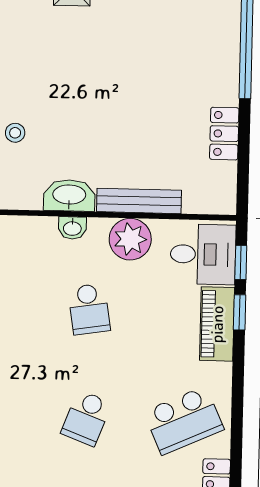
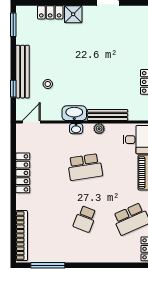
plant: (130, 239) -> (99, 129), width x0.53, depth x0.53
school desk: (89, 309) -> (85, 167), width x1.85

